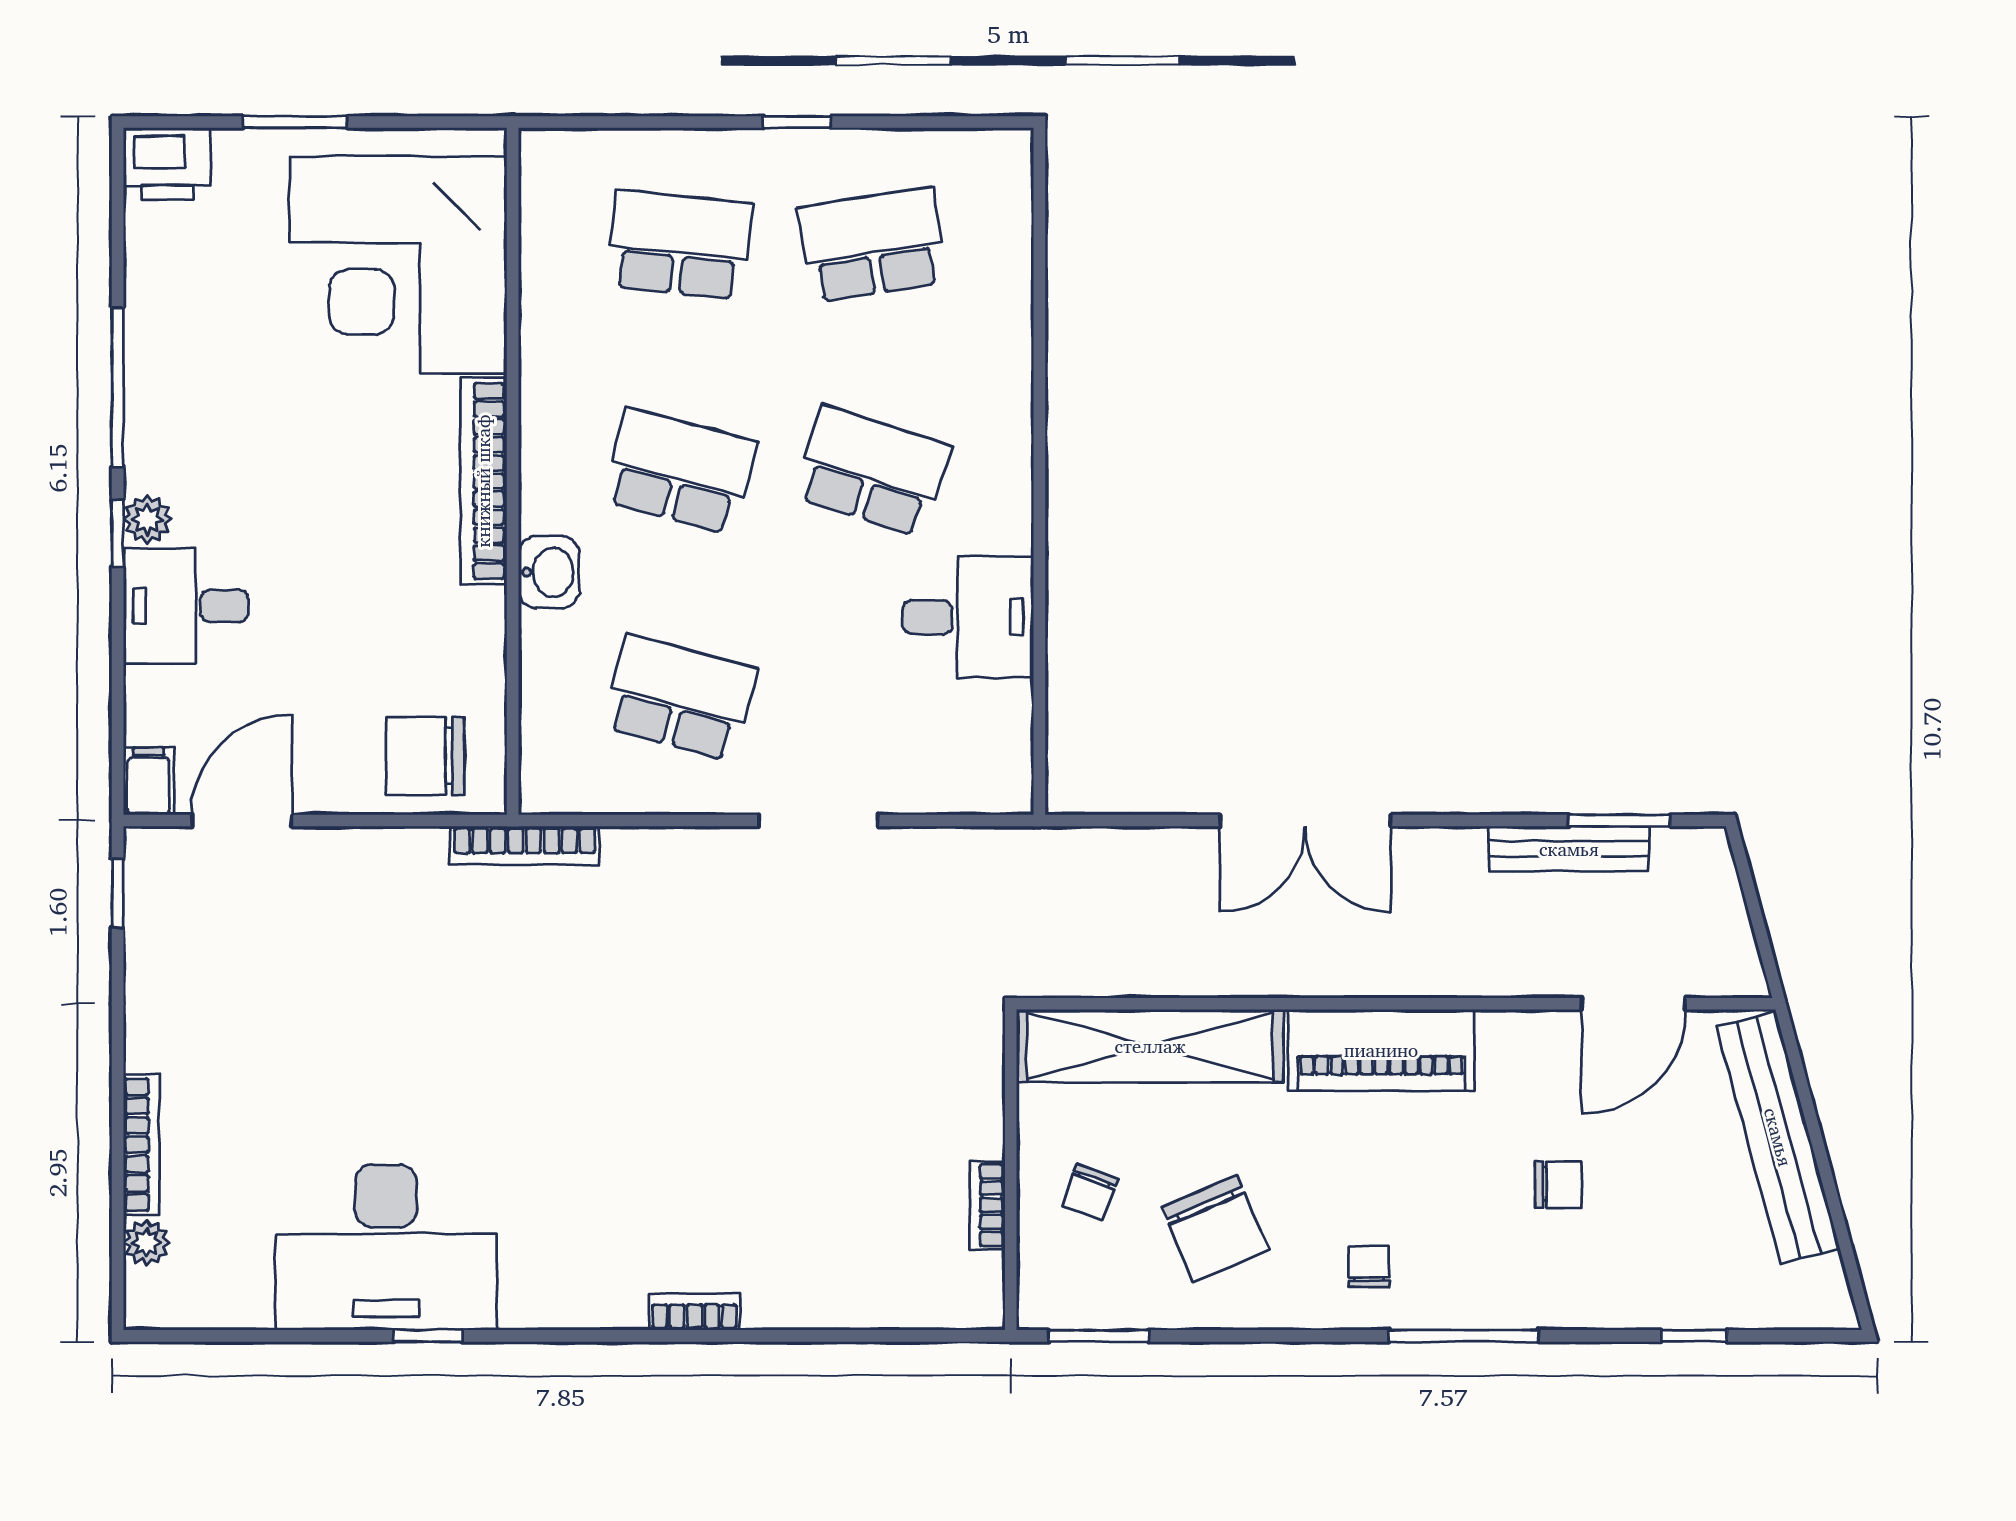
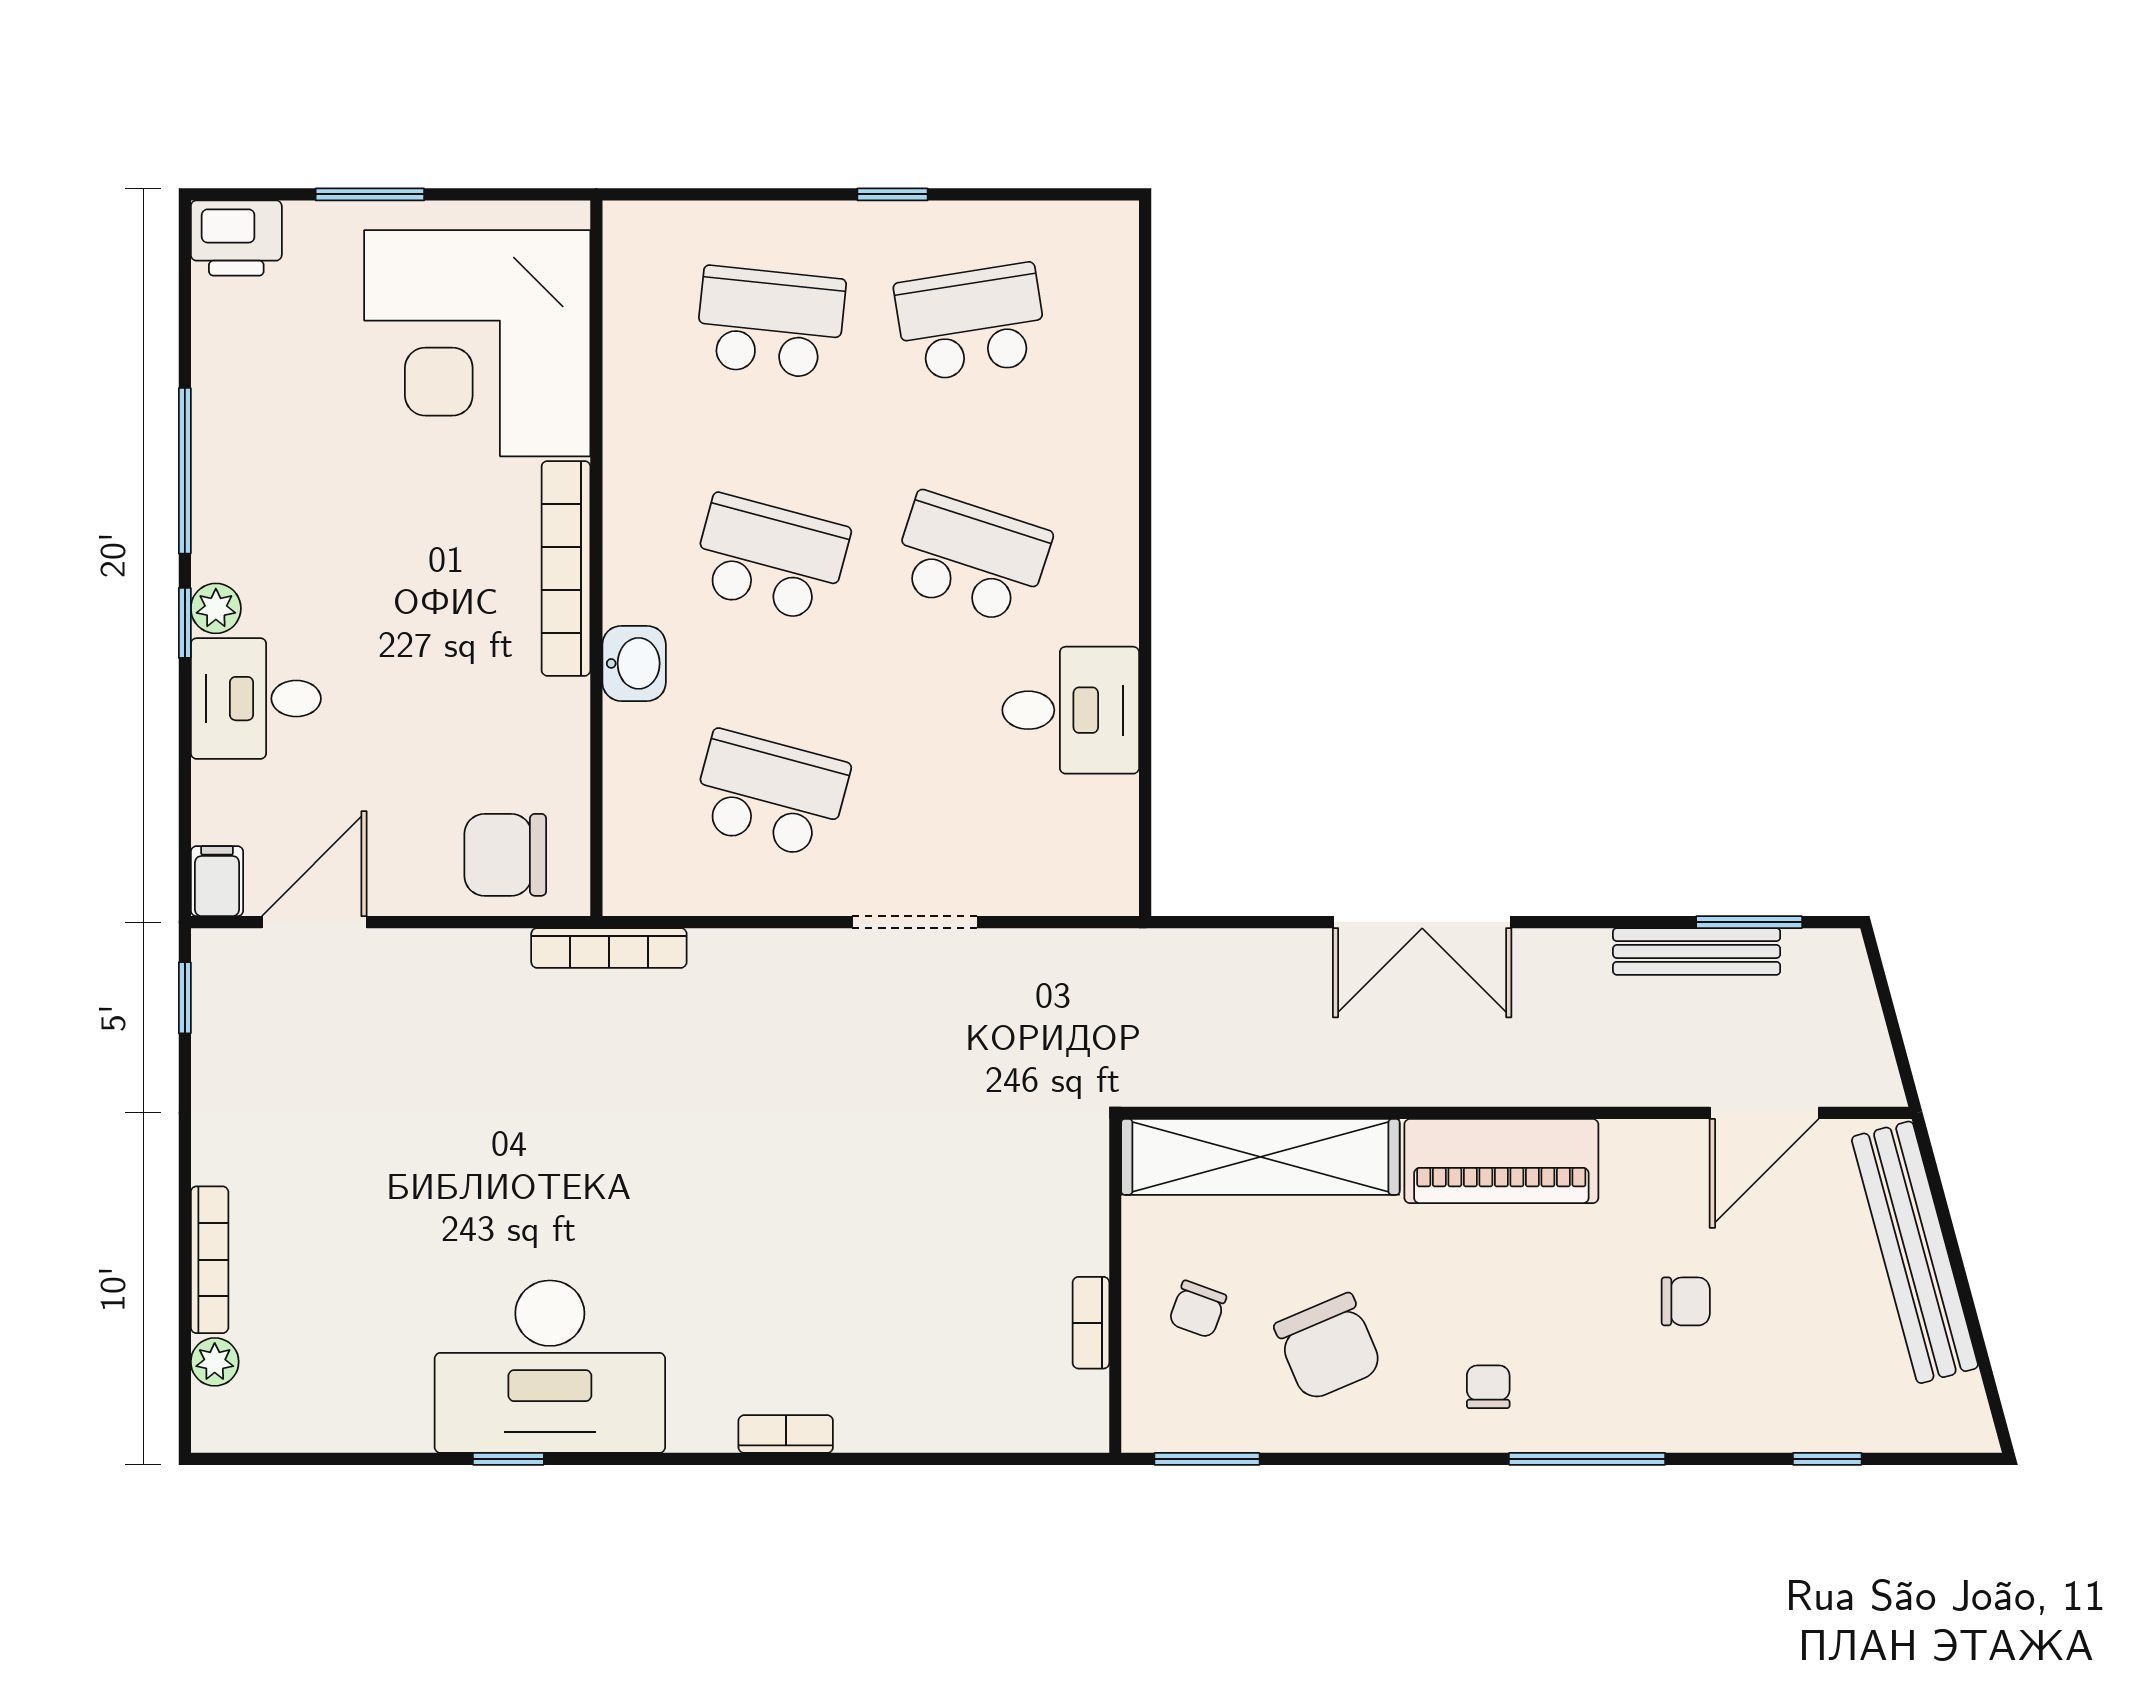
desk: (386, 1247) -> (550, 1367), moved

